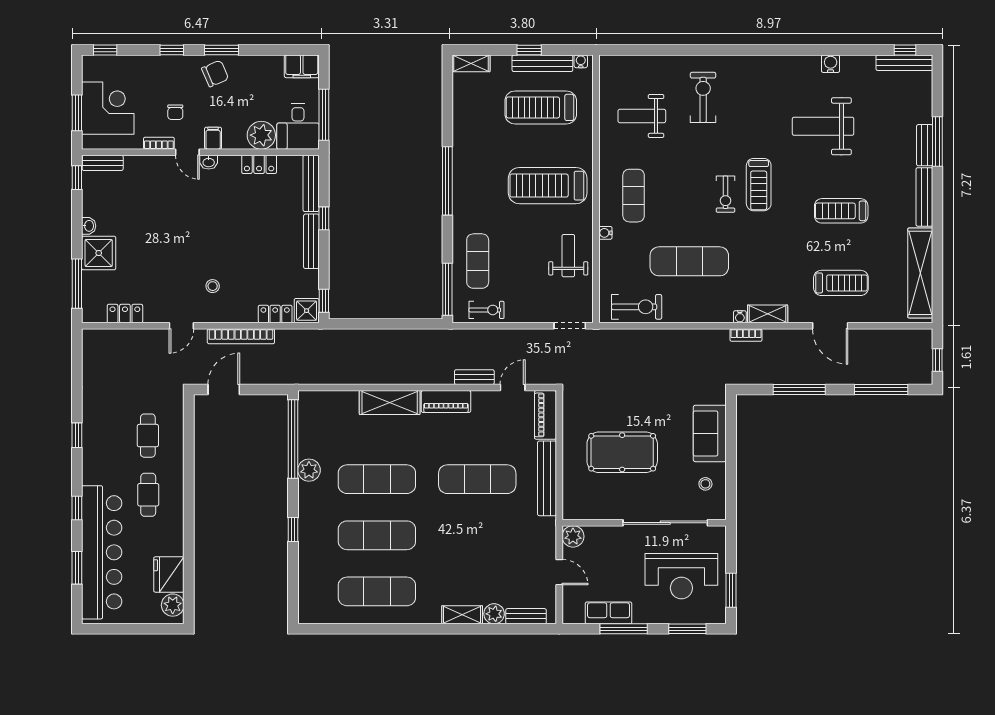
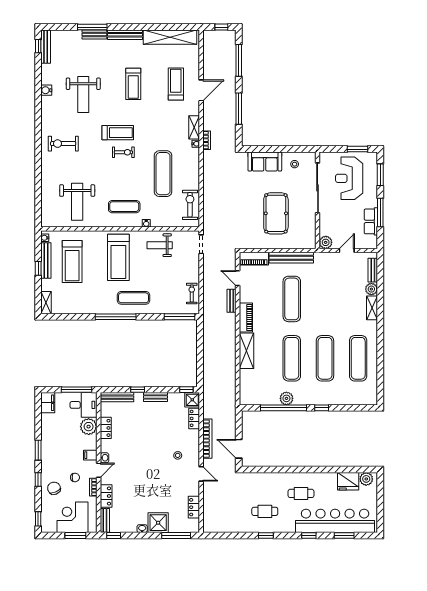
chair: (215, 74) -> (54, 488), moved
exercise bike: (703, 97) -> (63, 144), moved
weight bench: (642, 116) -> (77, 202), width x1.36, depth x1.33
locker: (144, 165) -> (106, 496), added
bench: (311, 241) -> (156, 397), width x0.73
exercise mat: (478, 261) -> (134, 298), moved
cafe table: (148, 436) -> (265, 511), moved
window: (293, 439) -> (283, 408), moved
reception desk: (681, 576) -> (349, 178), turned 180

